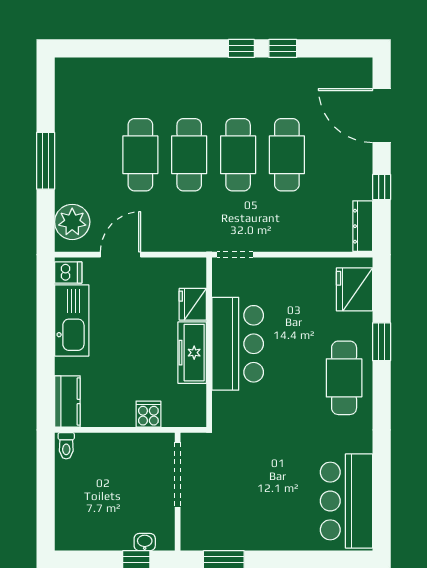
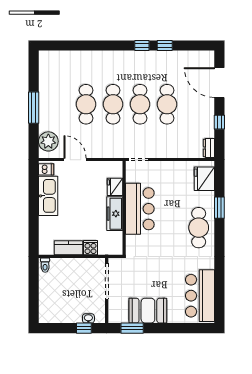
dresser: (363, 226) -> (209, 148), width x0.70
door: (121, 255) -> (75, 160), hinge flipped
kitchen counter: (67, 401) -> (68, 248), moved, turned -90
booth: (252, 528) -> (148, 311), added

